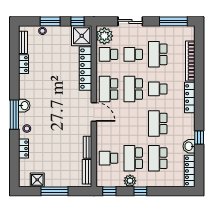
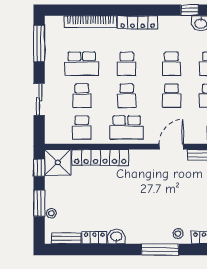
plant: (104, 36) -> (58, 133), removed
school desk: (133, 89) -> (127, 96), width x0.54
washbasin: (24, 106) -> (116, 237), moved
door: (94, 112) -> (171, 147), moved
school desk: (133, 124) -> (172, 96), added
school desk: (158, 124) -> (172, 64), width x0.54

